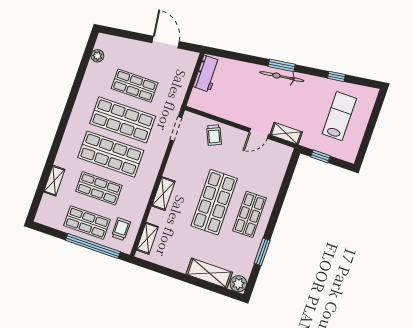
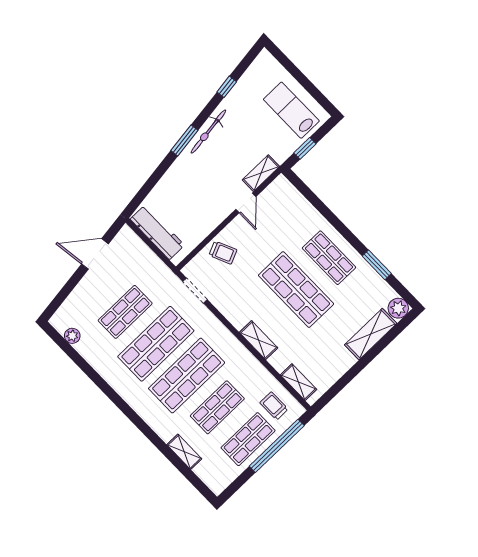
workbench: (207, 74) -> (157, 232), width x1.38
bicycle: (282, 77) -> (208, 132), moved
lab bench: (339, 116) -> (291, 110), moved

